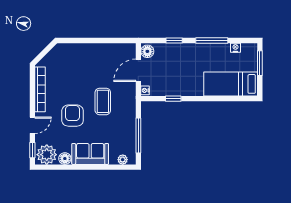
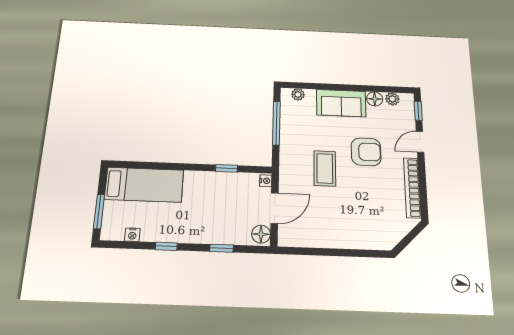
window: (212, 40) -> (166, 246), width x0.46
armchair: (73, 116) -> (366, 152), turned -90
plant: (47, 155) -> (392, 99), width x0.53, depth x0.53

